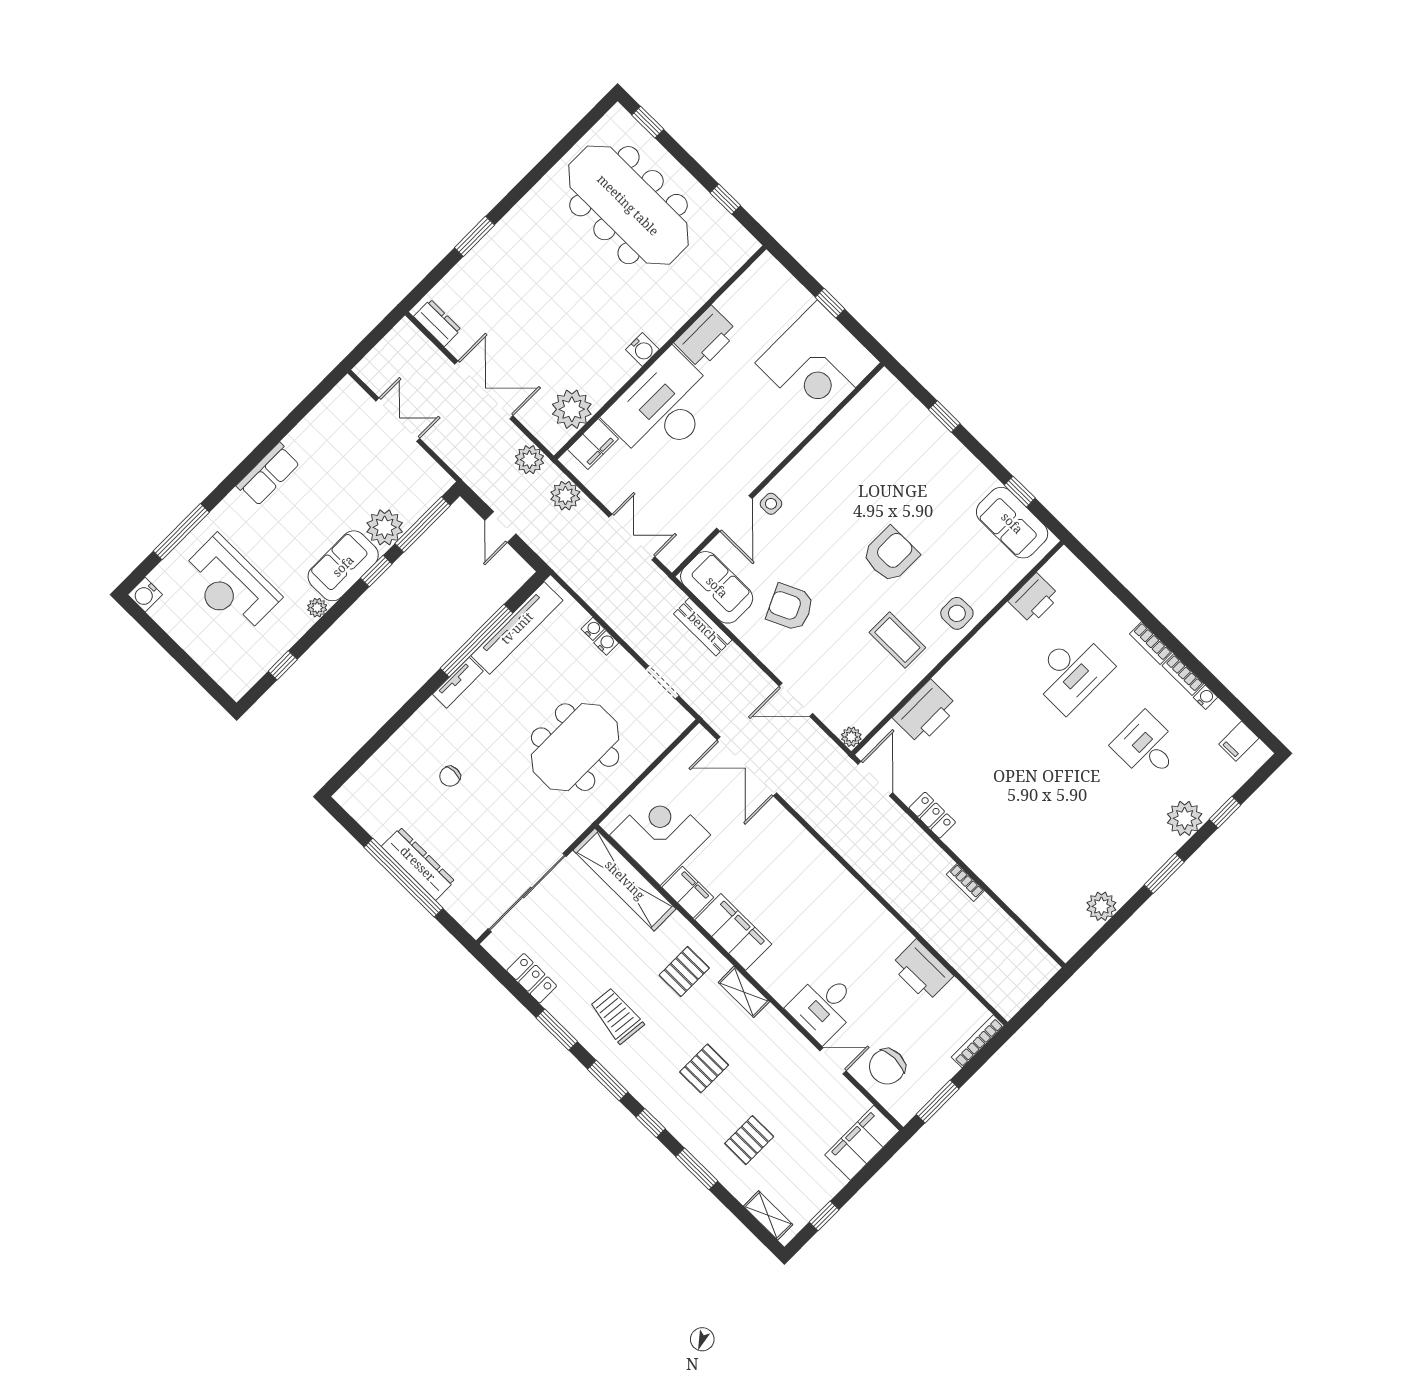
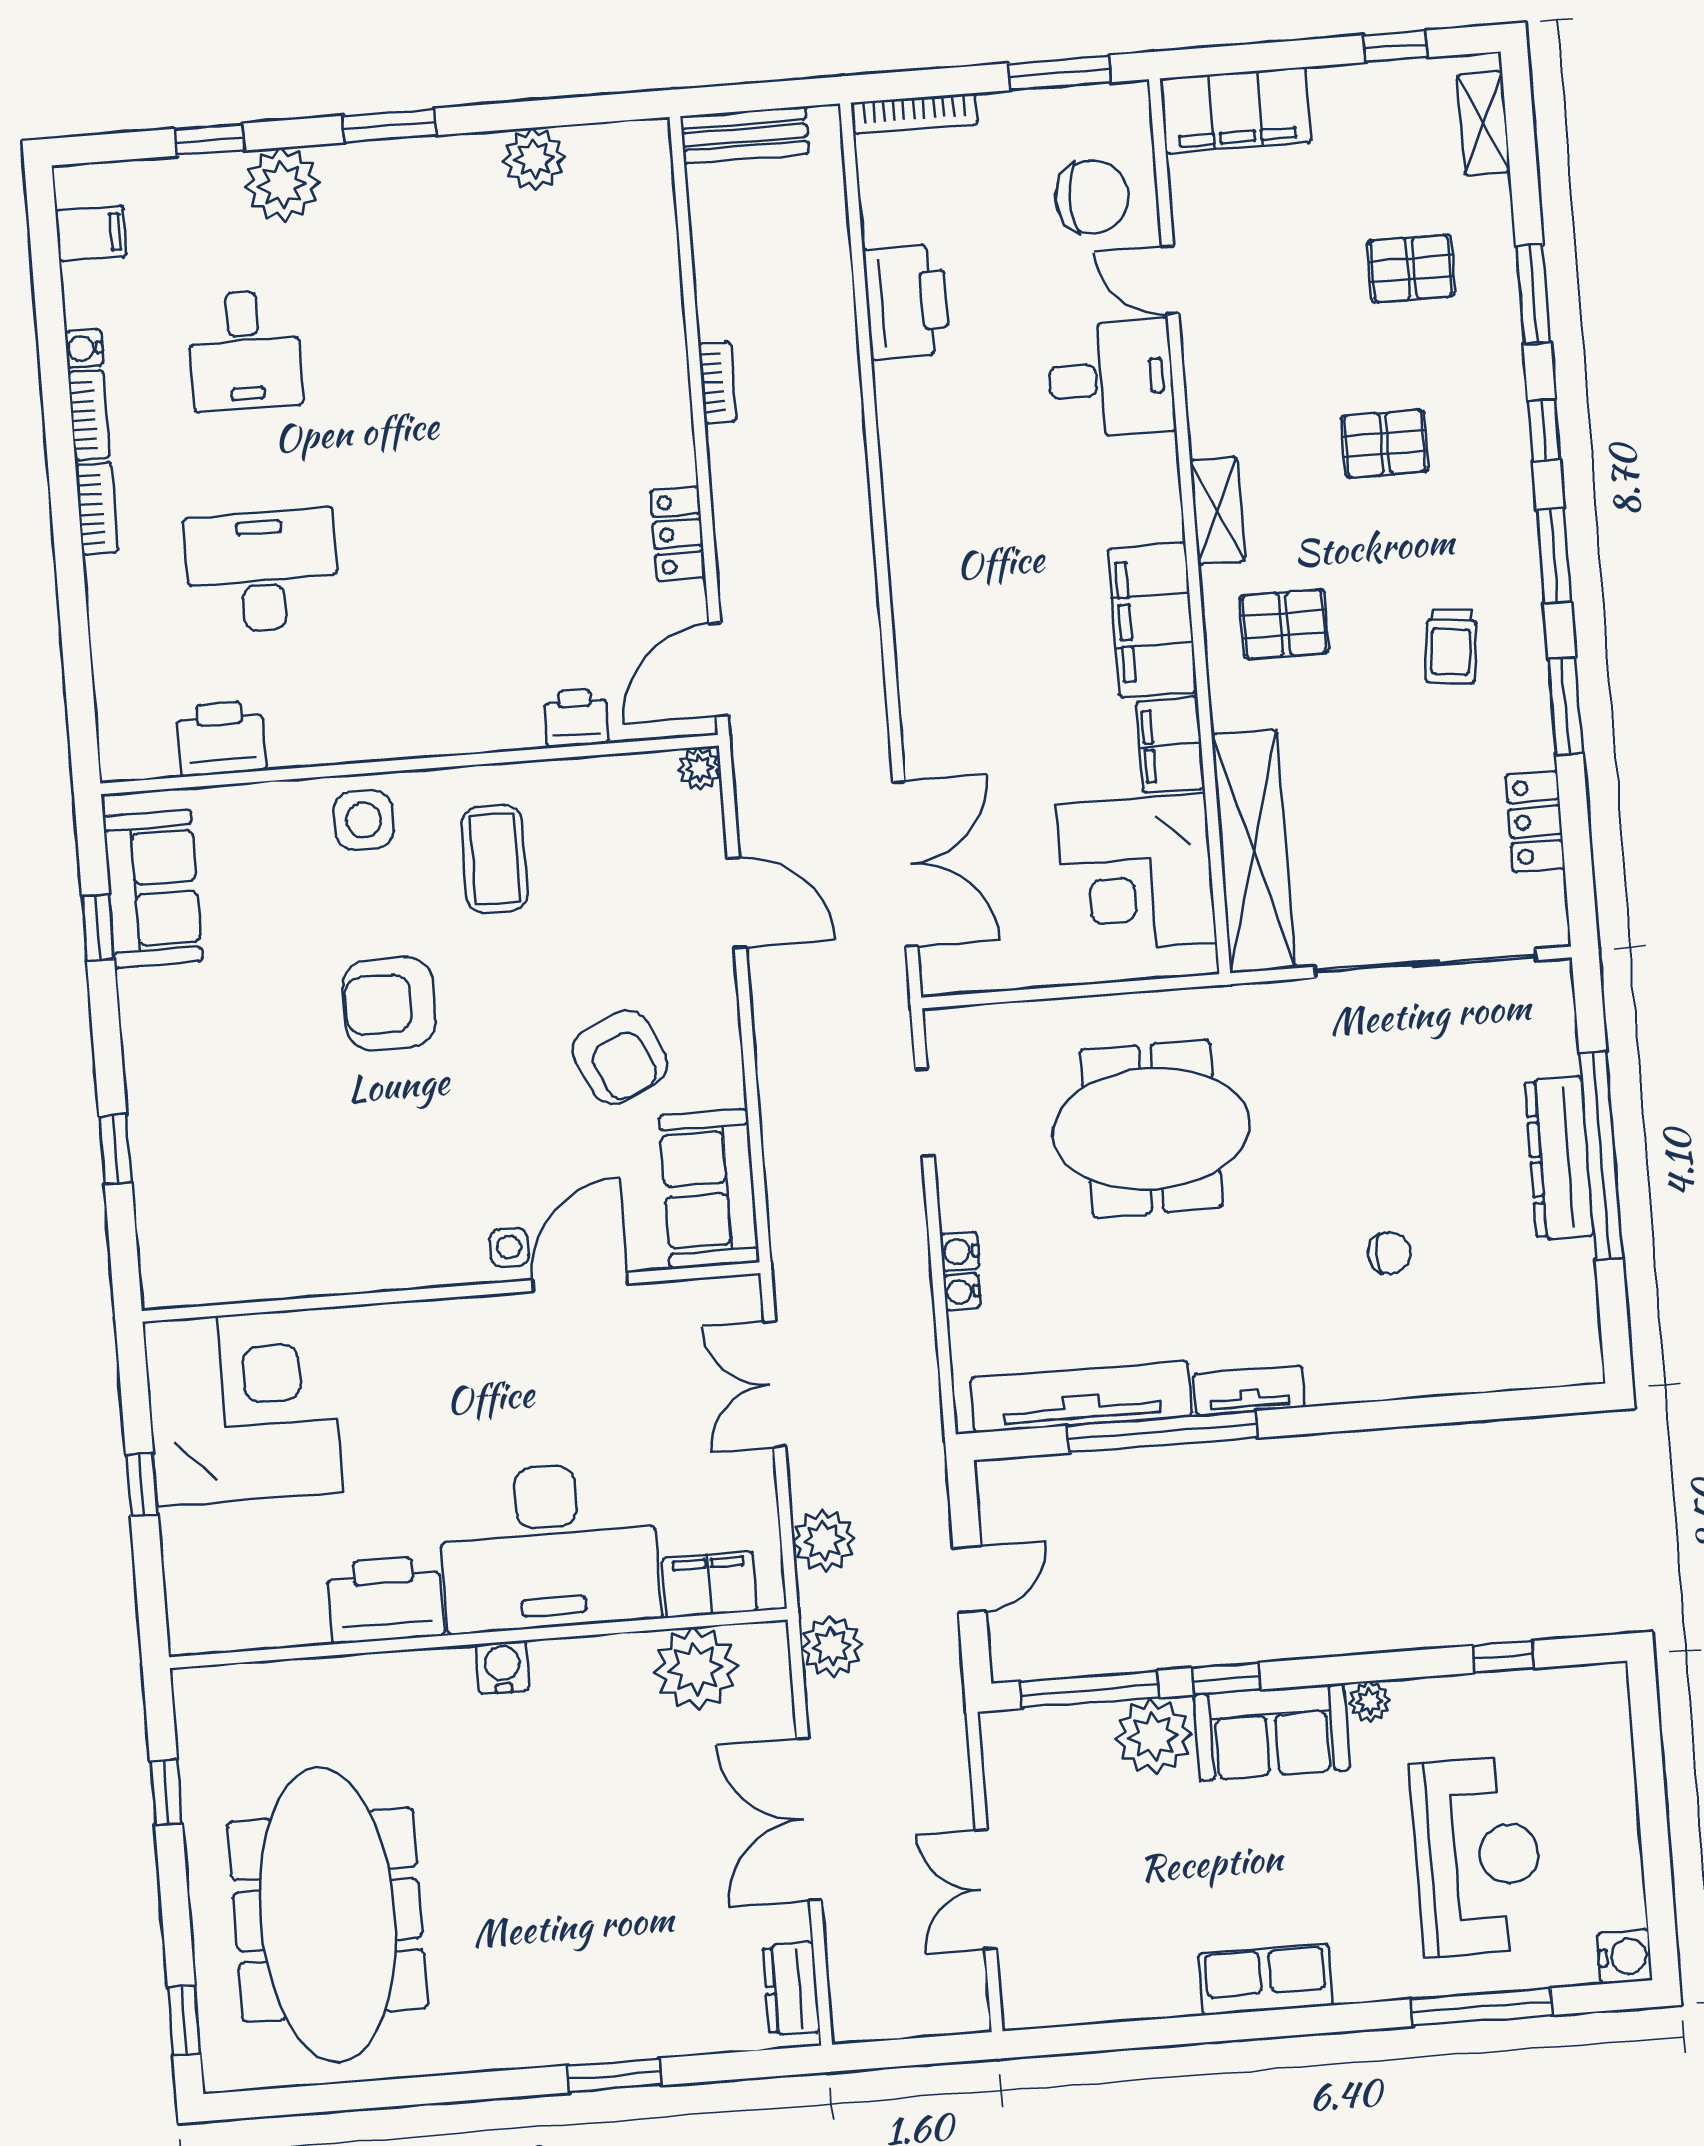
bench: (703, 627) -> (745, 135), moved, turned 90
printer: (925, 712) -> (576, 718), width x0.53, depth x0.68
trolley: (617, 1016) -> (1451, 646), width x0.73, depth x0.72

